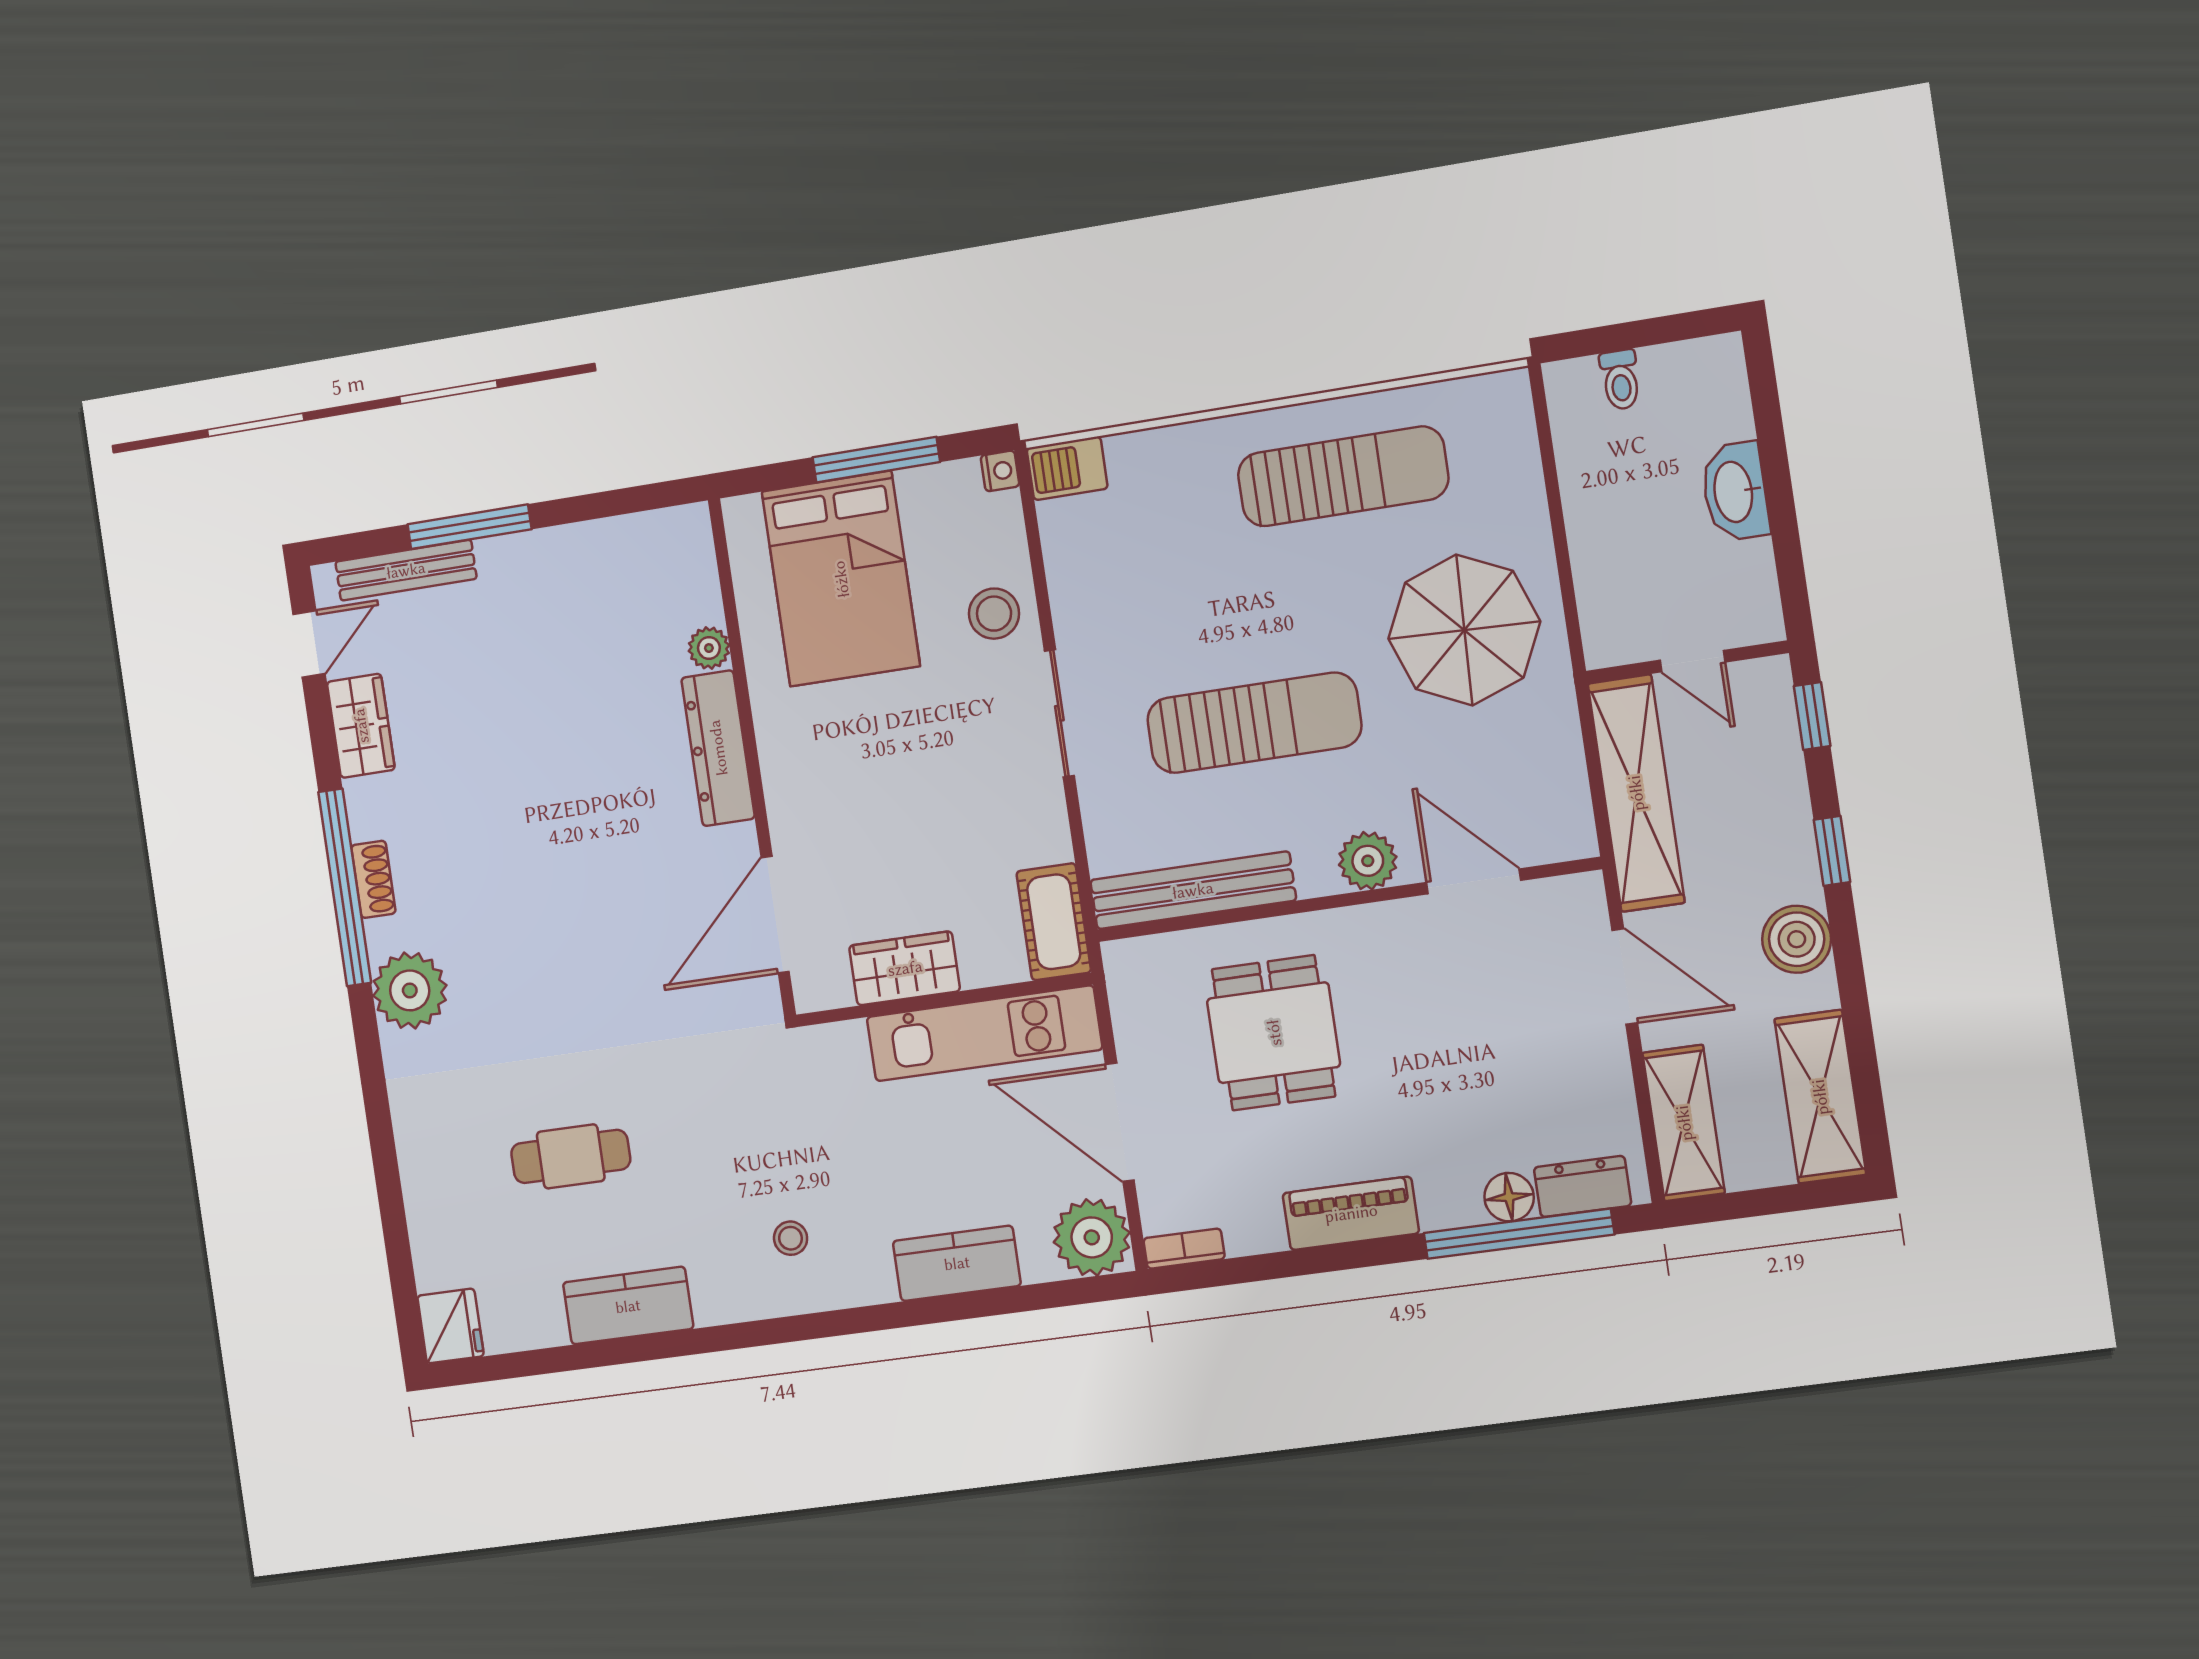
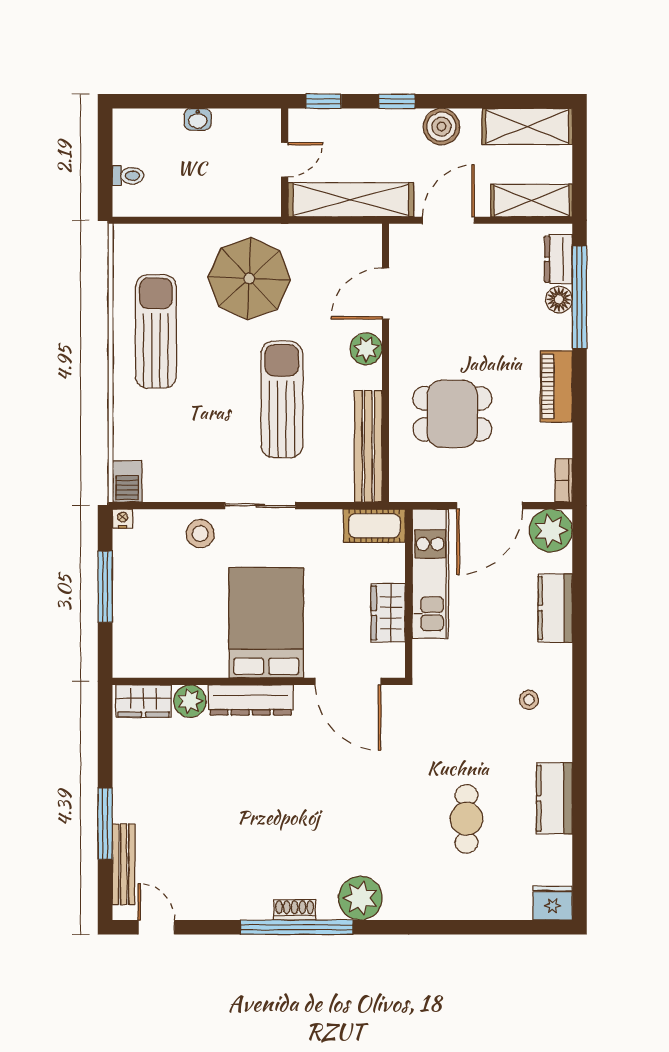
washbasin: (1735, 492) -> (198, 119), width x0.52, depth x0.69
bed: (841, 579) -> (266, 623), moved, turned -90
plant: (709, 648) -> (190, 701), width x1.38, depth x1.38
wardrobe: (361, 726) -> (143, 701), moved, turned 180

